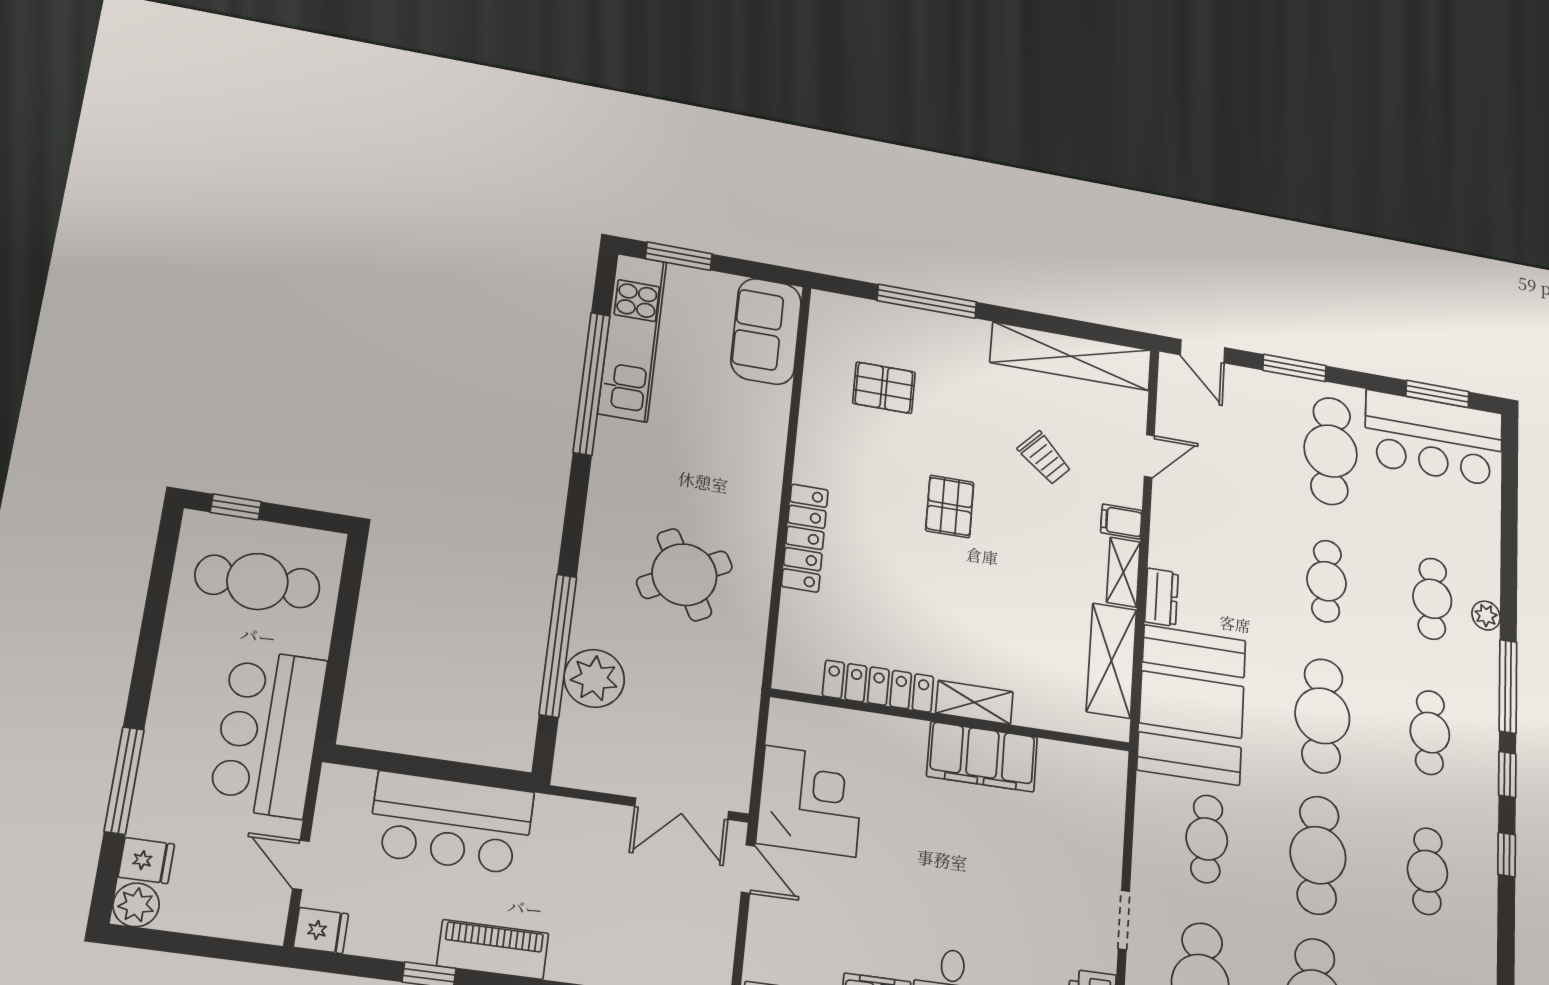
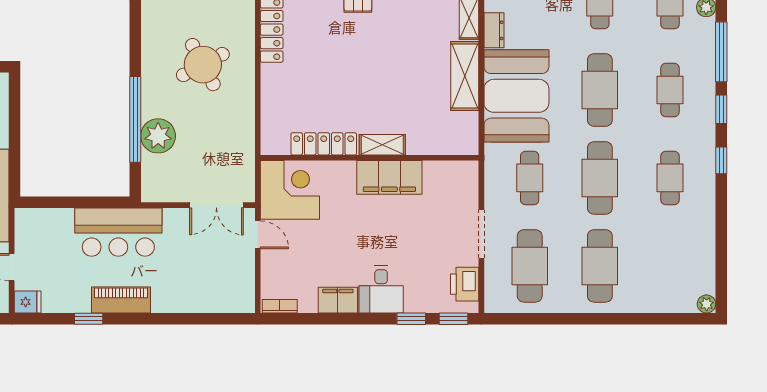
locker: (878, 686) -> (324, 144), moved
shelving: (974, 702) -> (382, 145), moved
wall: (952, 720) -> (370, 158), moved
filing cabinet: (982, 757) -> (389, 177), moved
bar counter: (451, 823) -> (118, 232), moved
doorway: (1124, 920) -> (481, 234), width x1.38

